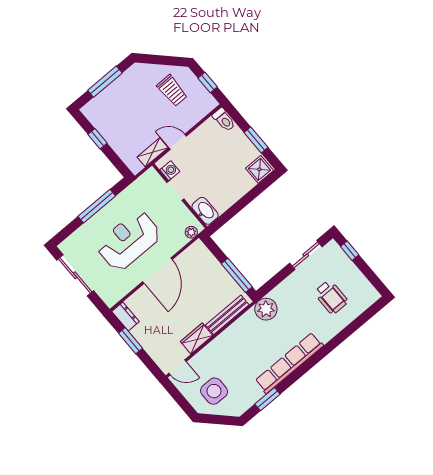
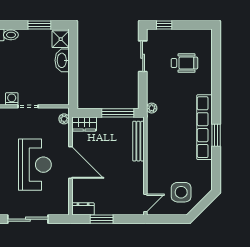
washbasin: (205, 211) -> (62, 60), moved, turned -90
reception desk: (129, 241) -> (35, 165), turned 180
plant: (266, 309) -> (152, 108), width x0.53, depth x0.53
wardrobe: (197, 338) -> (84, 124), moved, turned -90
window: (267, 399) -> (216, 135), moved

